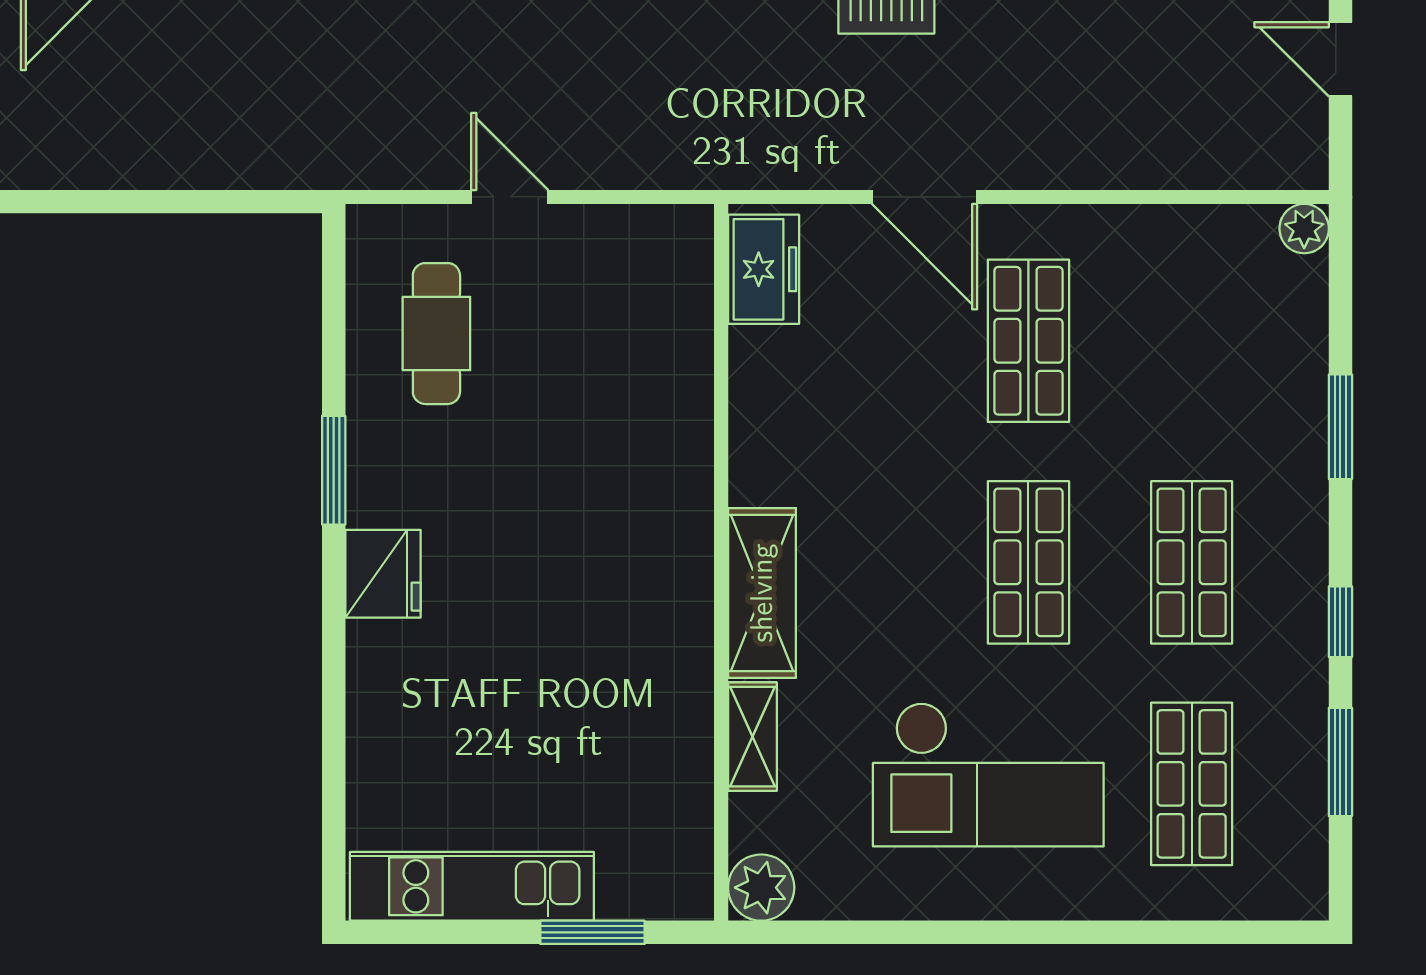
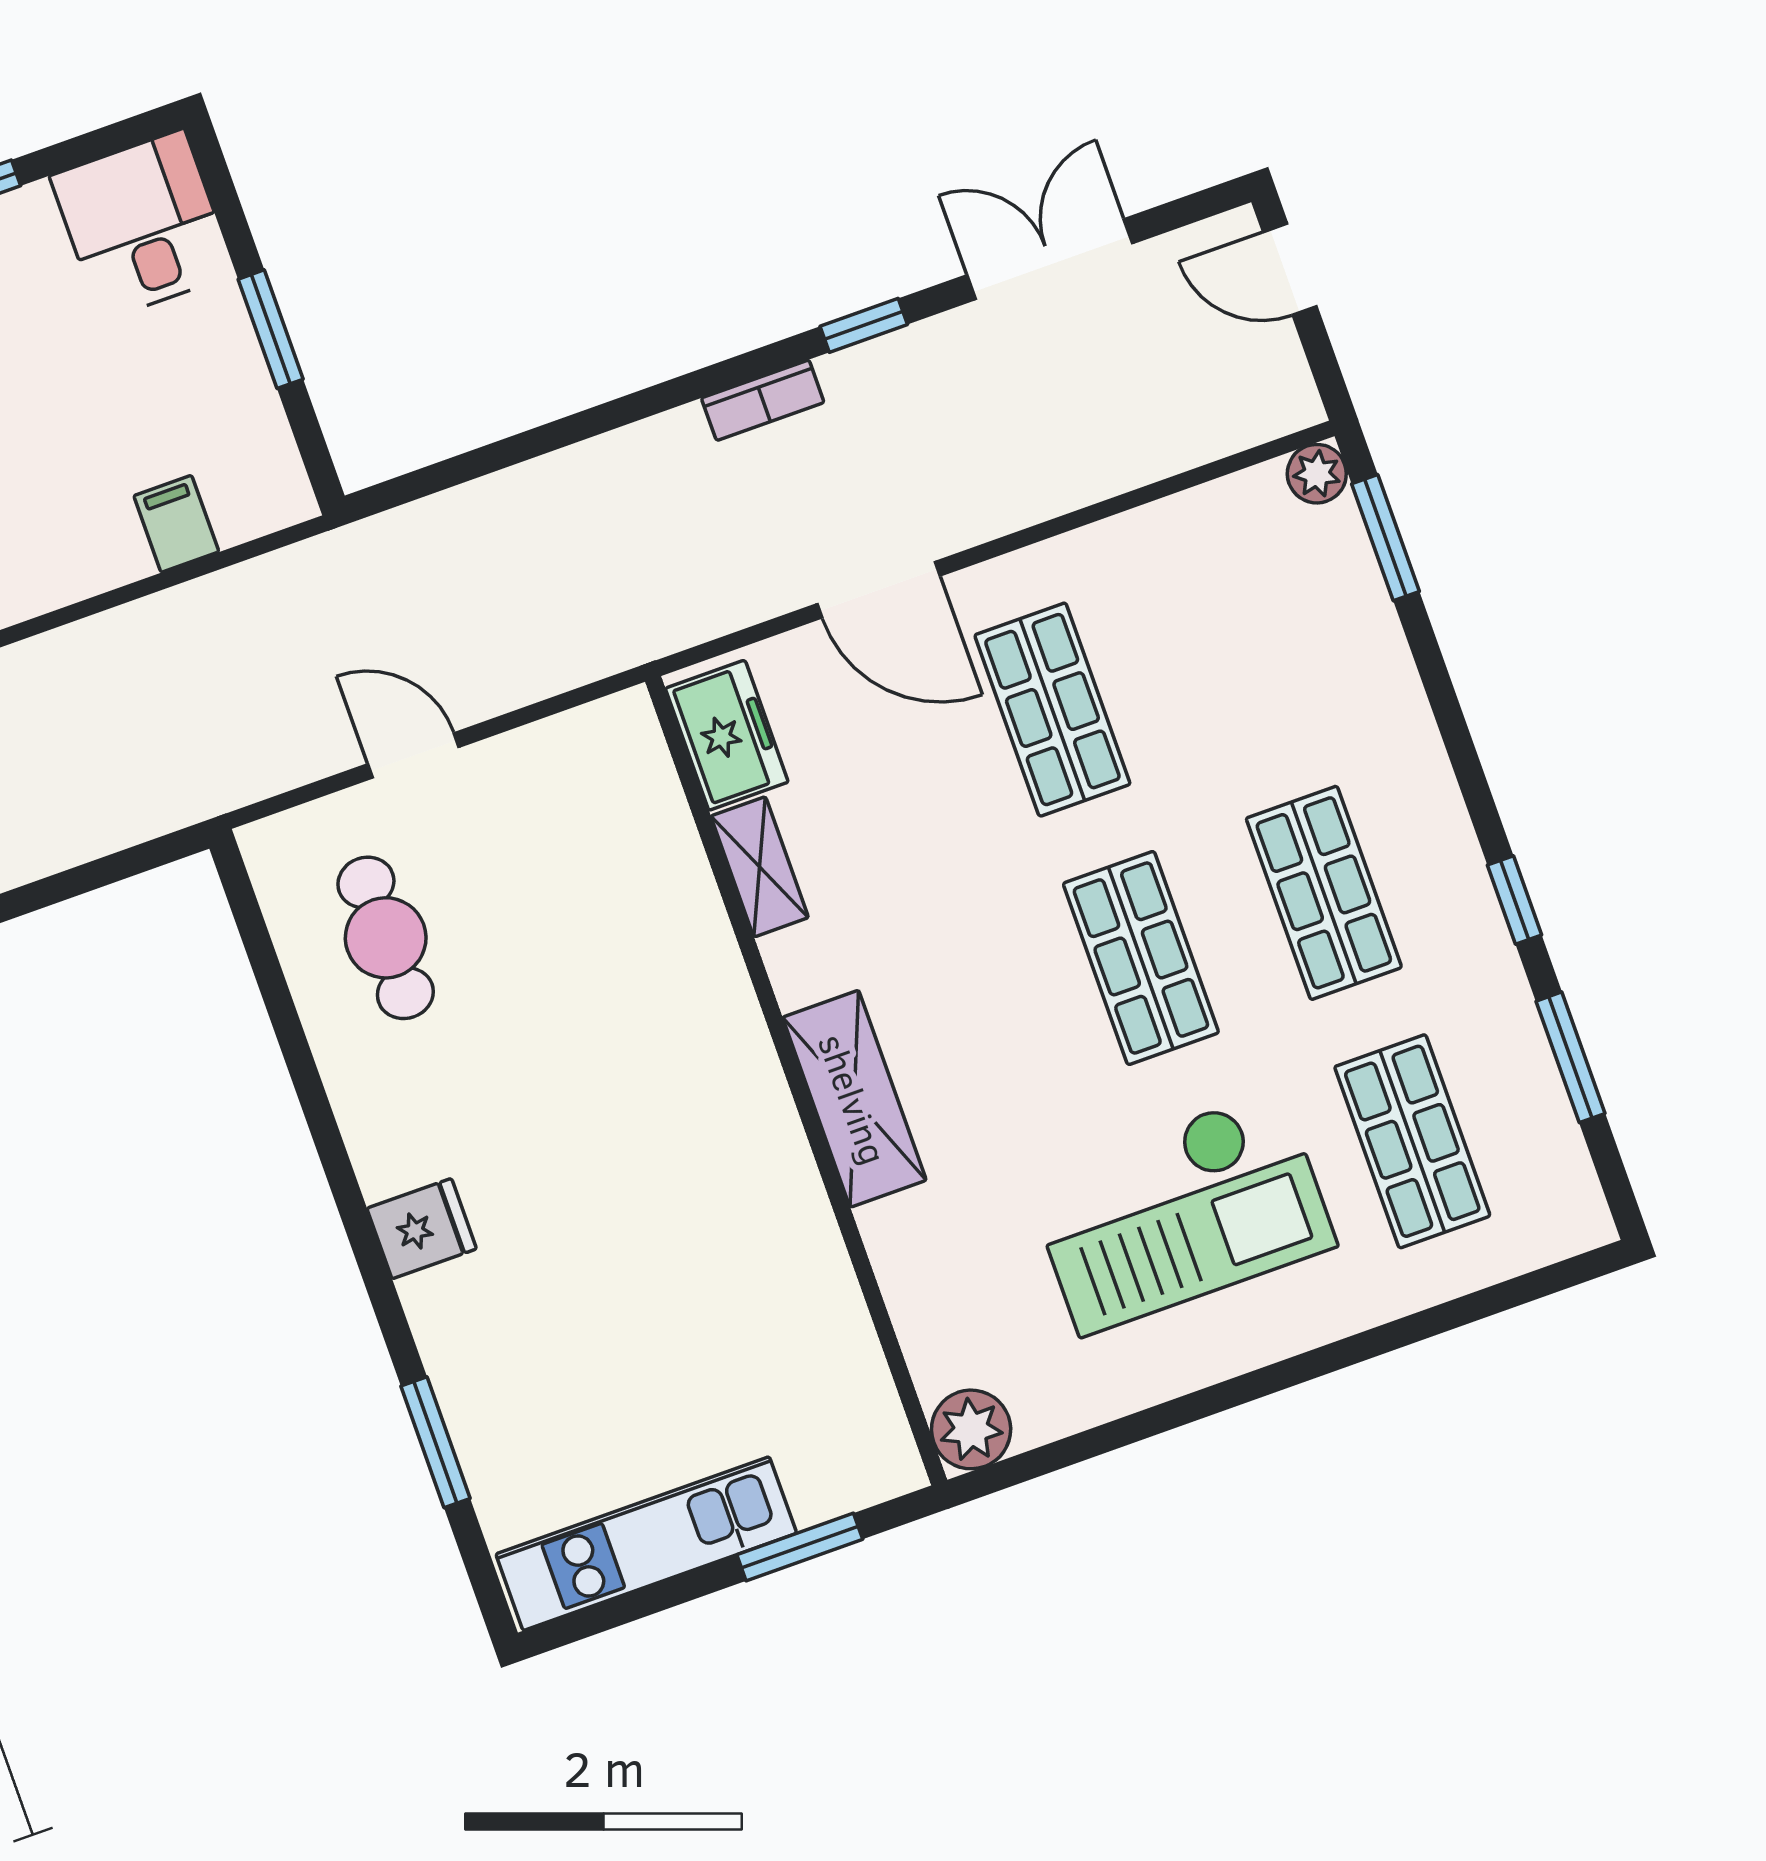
window: (1340, 427) -> (1385, 538), moved
window: (334, 470) -> (435, 1442), moved
fridge: (383, 574) -> (422, 1229), width x0.72
shelving: (752, 737) -> (760, 867), moved

